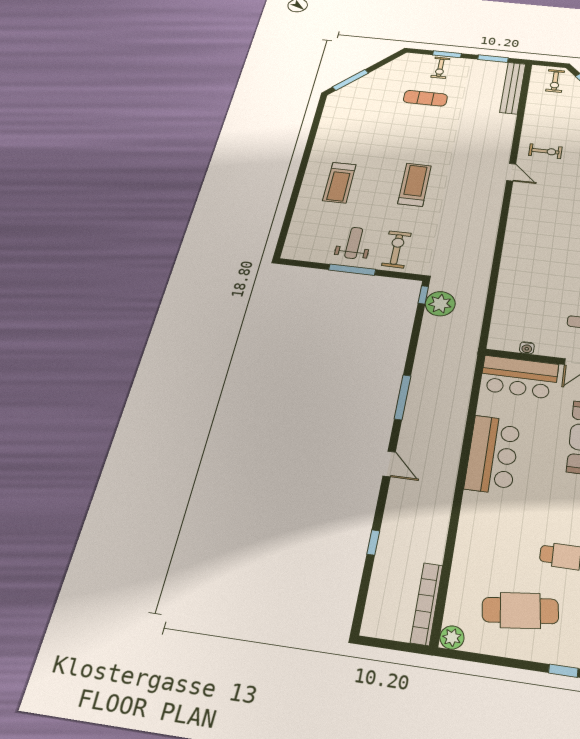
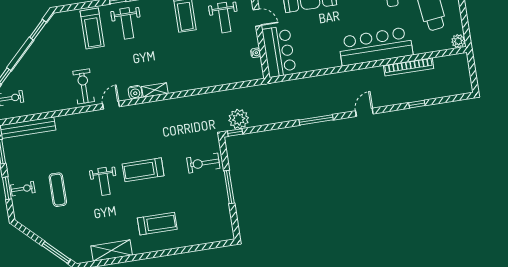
shelving: (327, 131) -> (112, 251), added
exercise bike: (545, 151) -> (84, 86), width x1.38, depth x1.39
water cooler: (519, 200) -> (135, 92), added
shelving: (515, 222) -> (155, 90), added
weight bench: (354, 243) -> (104, 181), moved, turned -90
bar counter: (493, 455) -> (376, 46), moved, width x1.36
bookcase: (427, 604) -> (409, 67), moved

